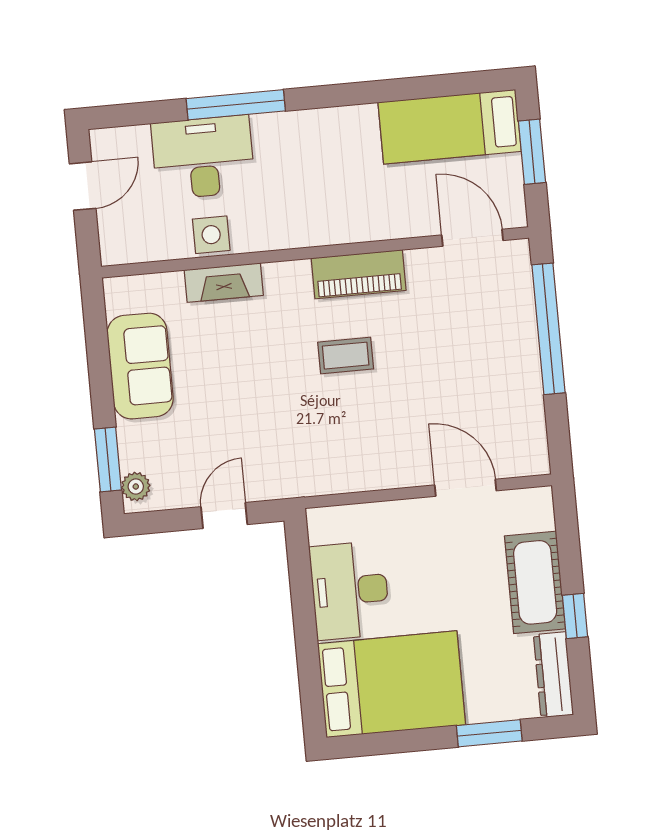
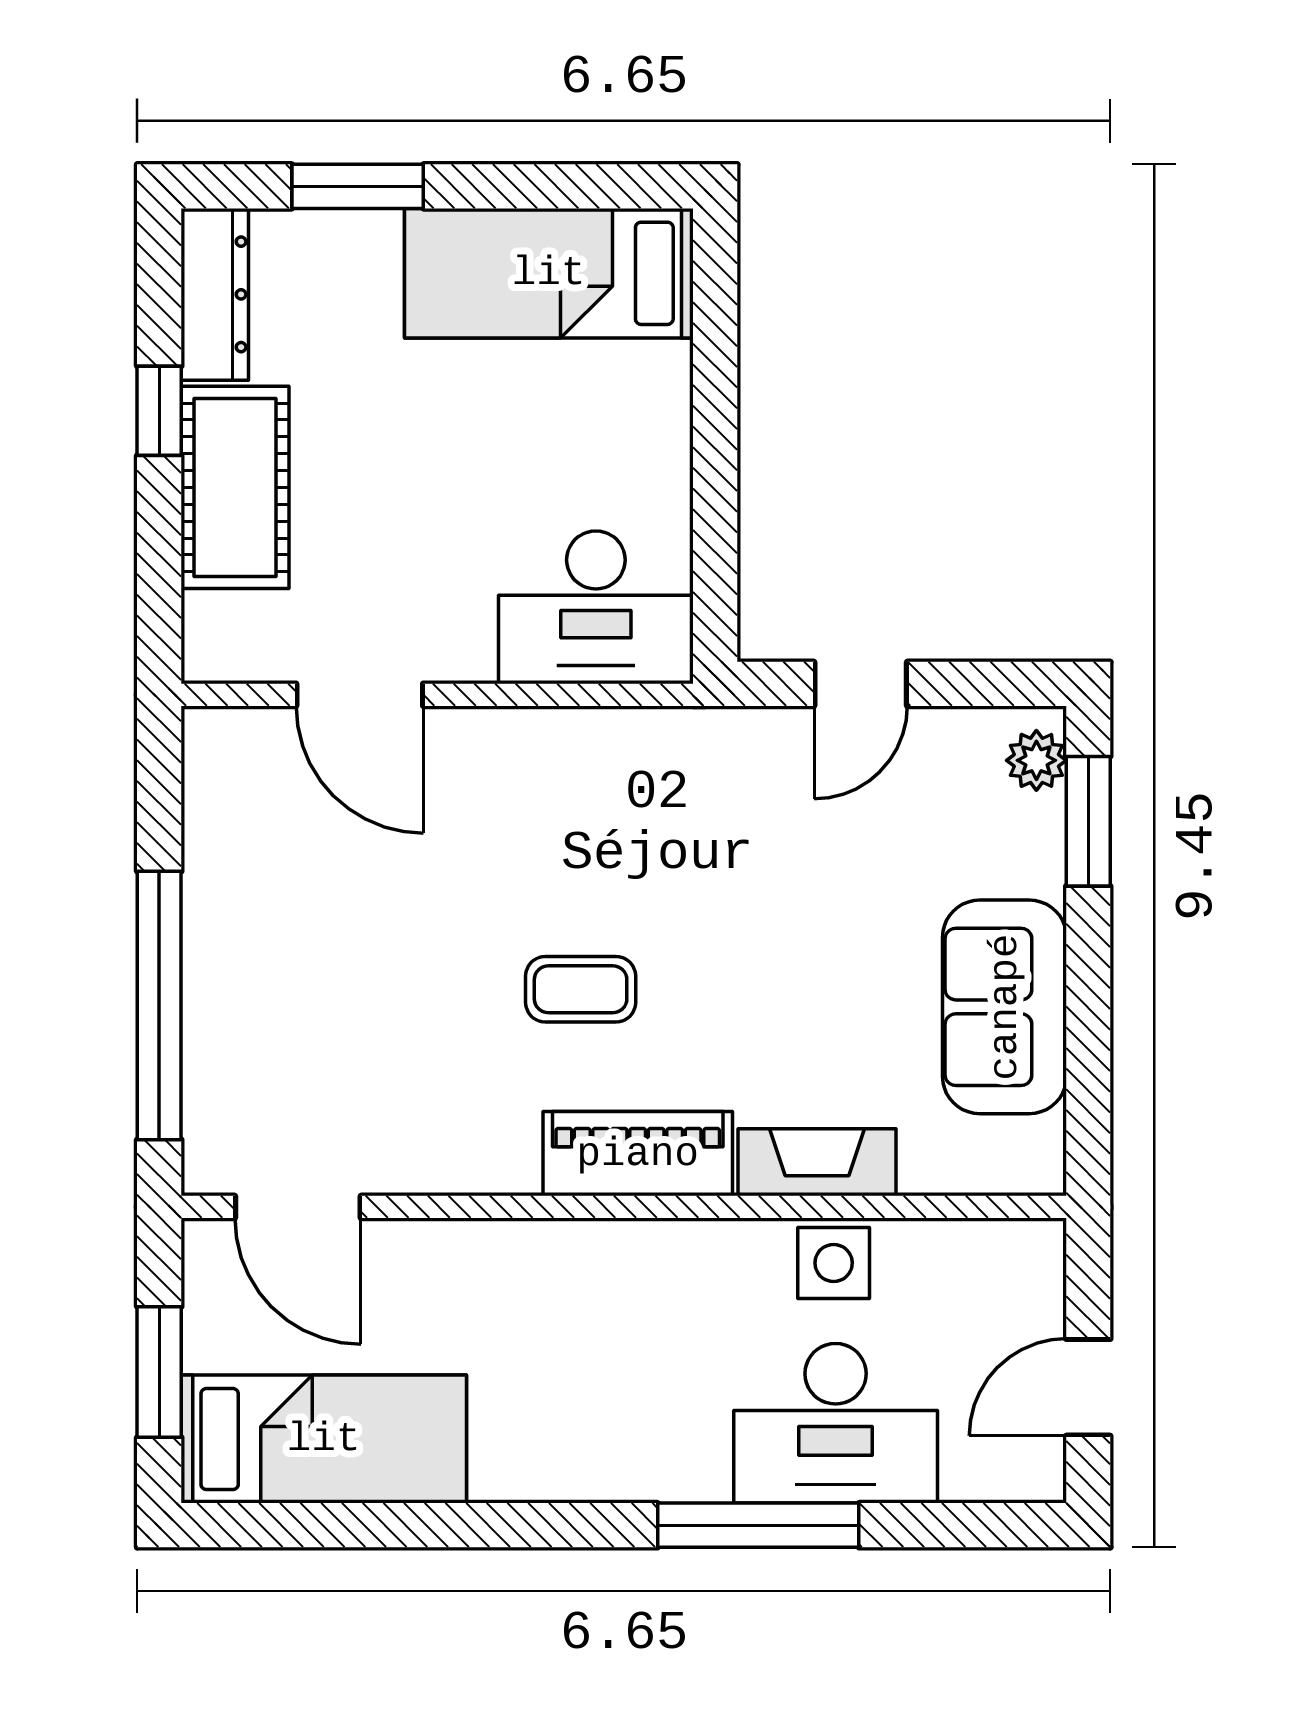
piano: (359, 274) -> (638, 1154), moved
desk: (350, 590) -> (596, 607), moved, turned 90
bed: (392, 684) -> (549, 273), width x0.67

